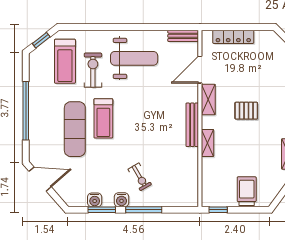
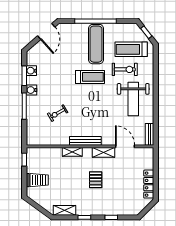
locker: (233, 37) -> (149, 184), moved
treadmill: (103, 118) -> (90, 77), turned 180
exercise mat: (75, 129) -> (96, 44), moved, turned 90
exercise bike: (140, 177) -> (58, 113), moved

